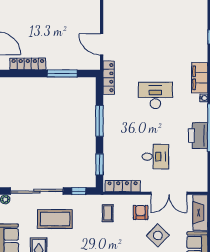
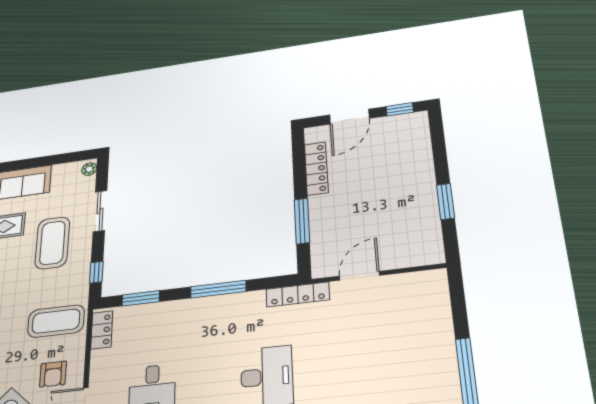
locker: (123, 186) -> (102, 330), width x0.66
sliding door: (37, 191) -> (100, 211), width x0.54
armchair: (141, 212) -> (53, 374), turned 90
coffee table: (108, 213) -> (56, 321), width x1.86, depth x1.72

